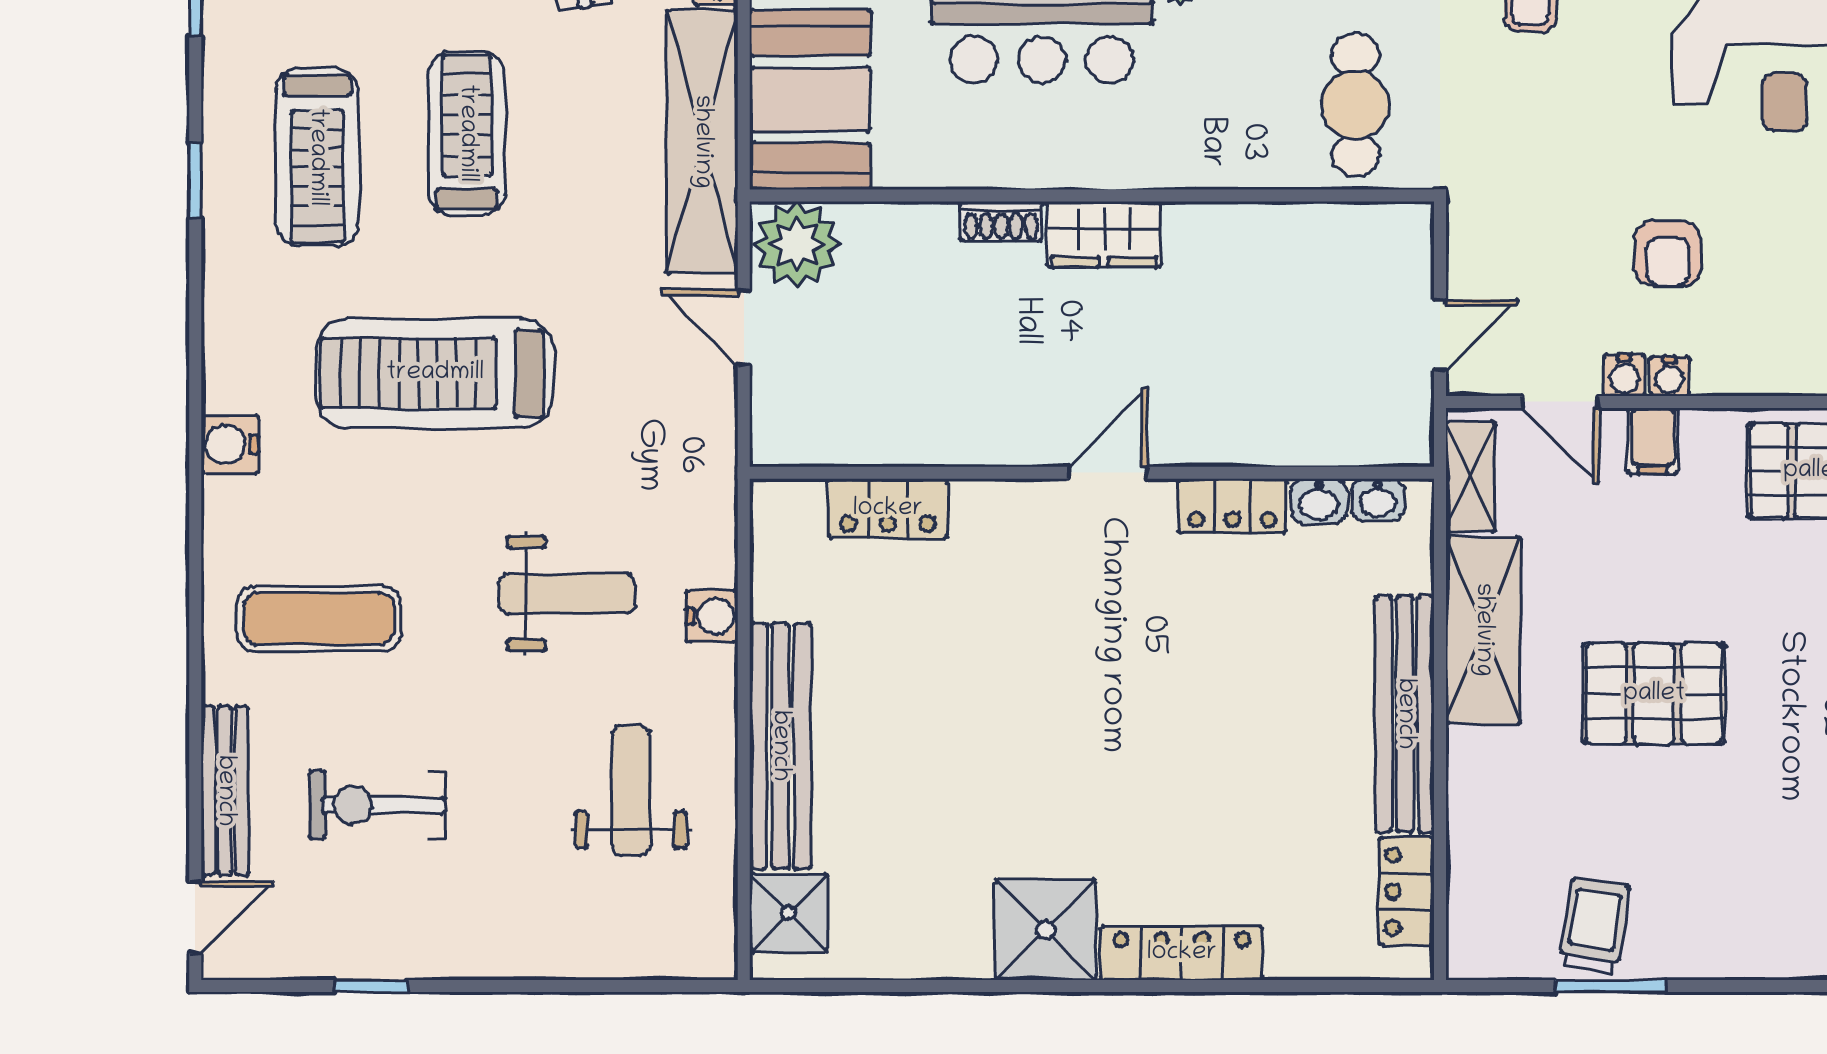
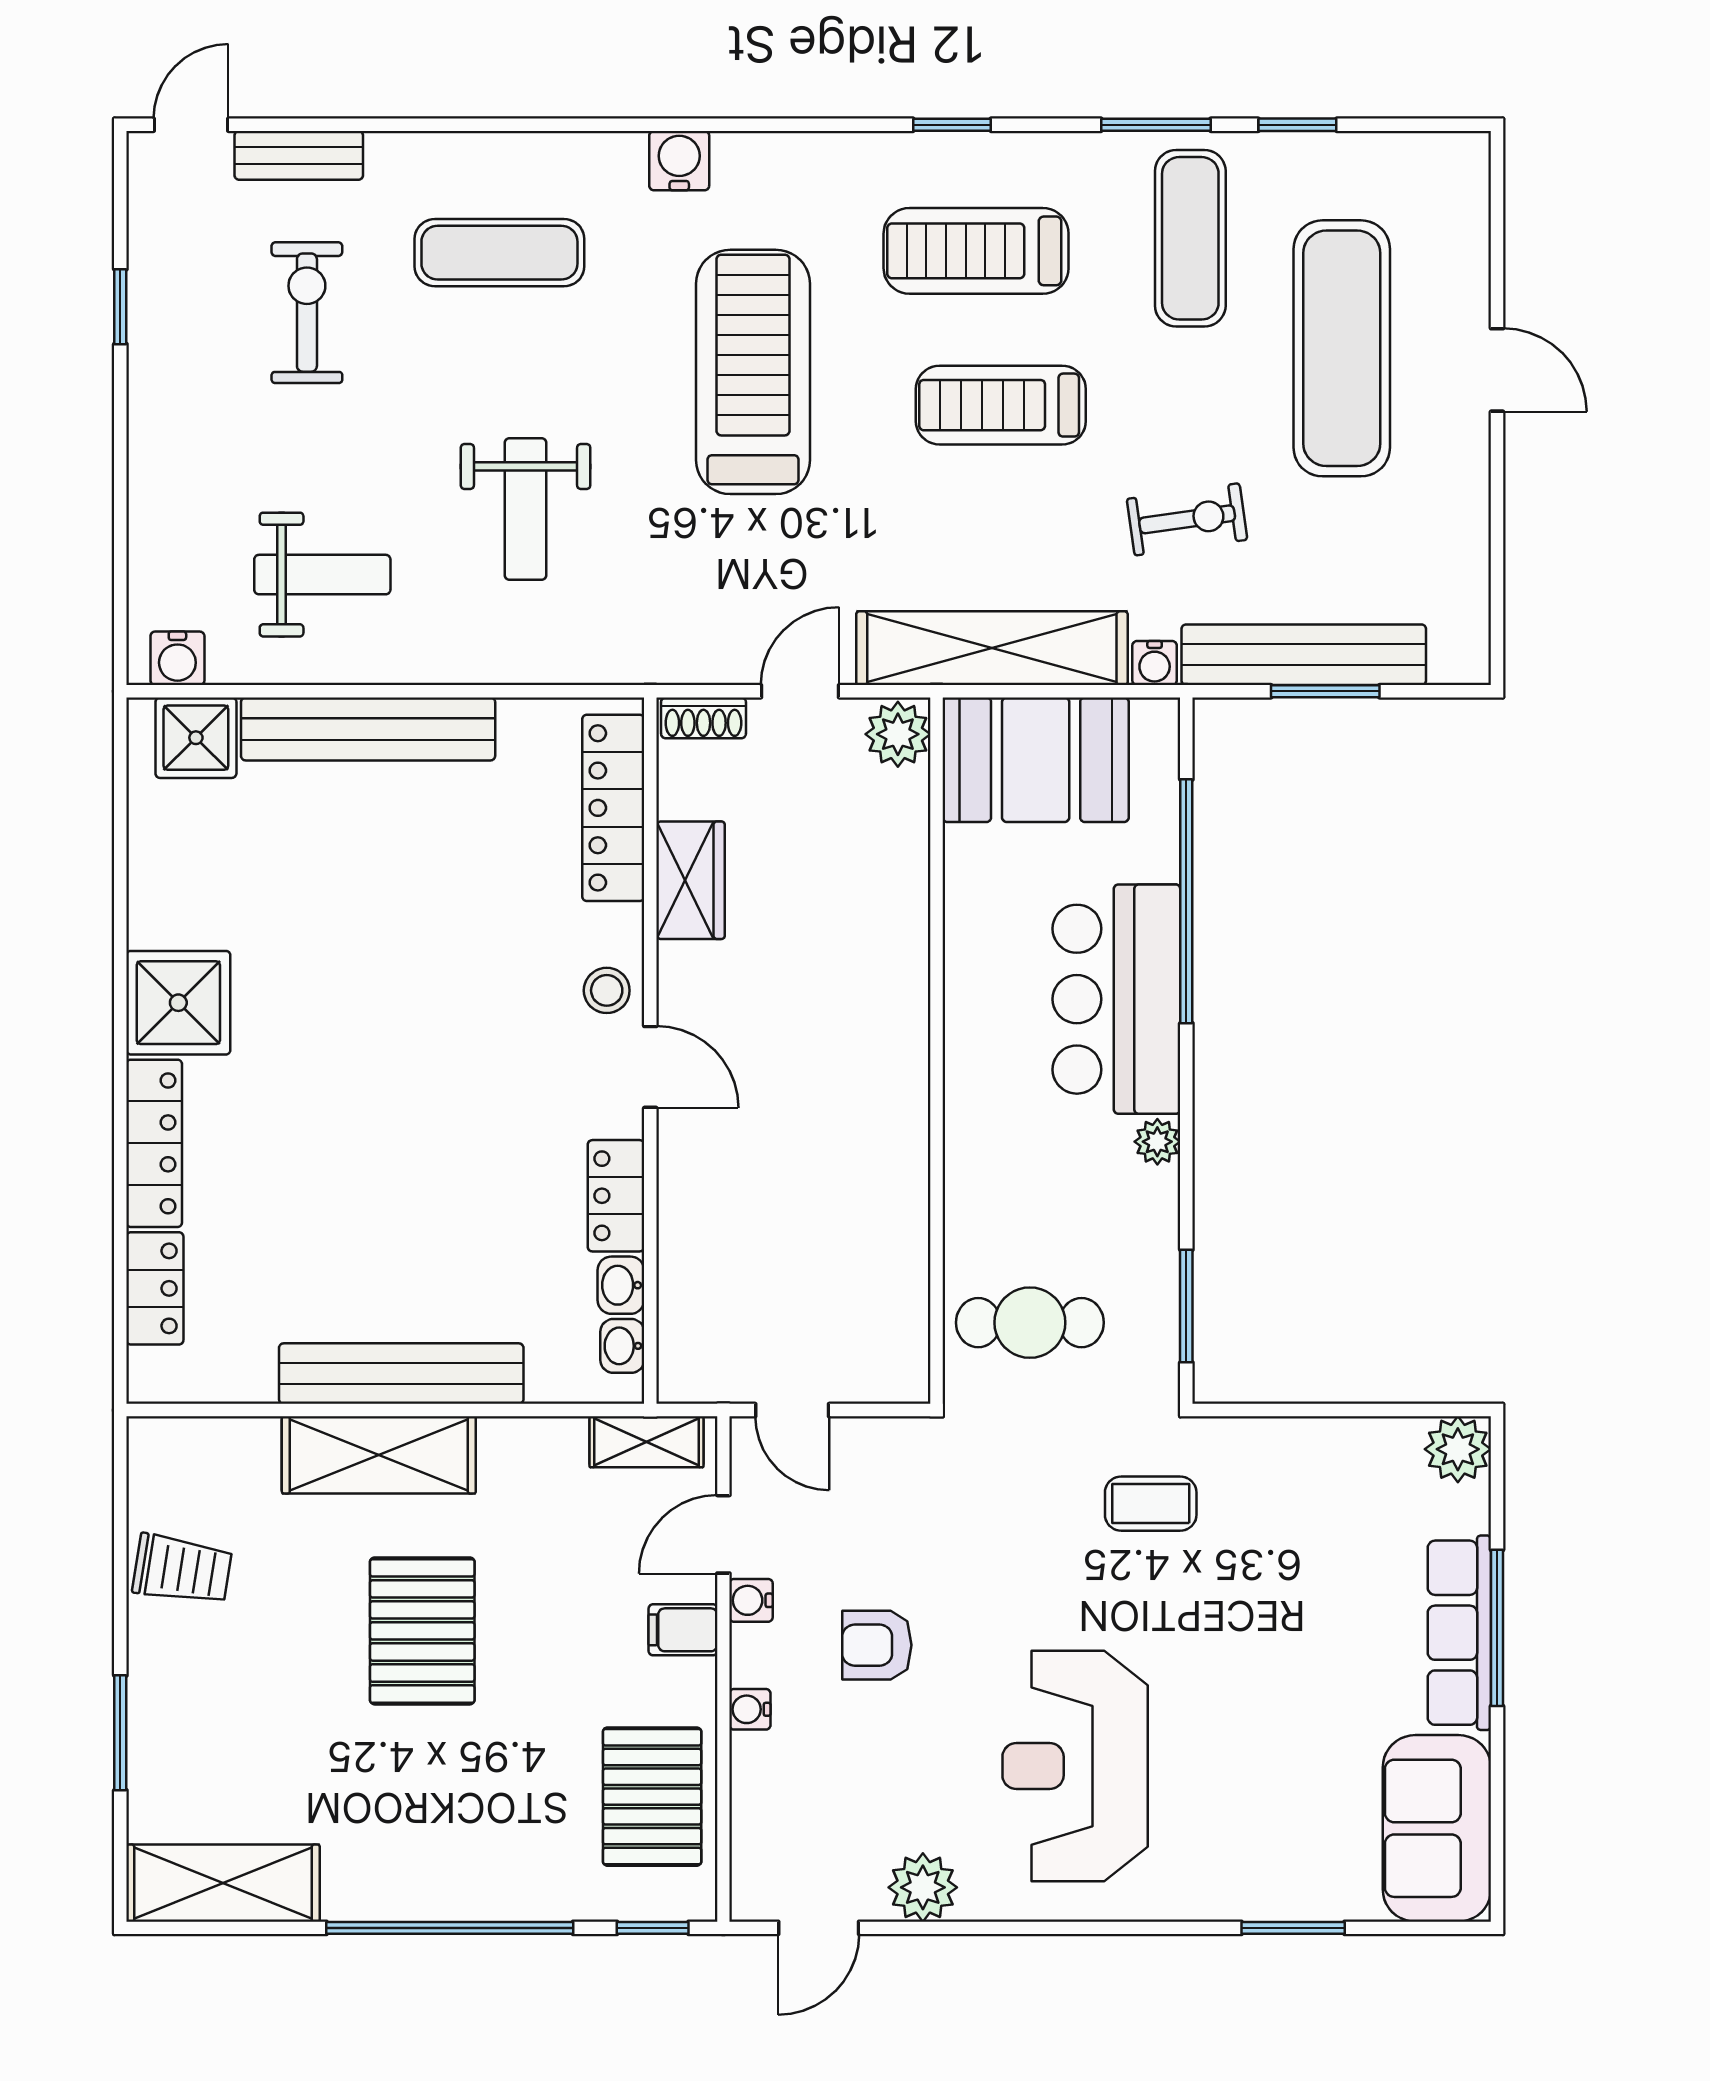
treadmill: (467, 133) -> (1001, 405), turned 180
shoe rack: (1001, 221) -> (703, 718), moved, turned -90
wardrobe: (1104, 234) -> (690, 880), moved, turned 180
plant: (797, 244) -> (898, 734), width x0.73, depth x0.73
water cooler: (1670, 376) -> (750, 1709), moved
locker: (888, 509) -> (613, 808), width x1.53
stool: (1034, 515) -> (607, 990), added
water cooler: (712, 616) -> (177, 658), moved
exercise mat: (319, 619) -> (499, 253), turned 90
shelving: (1483, 630) -> (379, 1455), moved
bench: (225, 791) -> (299, 155), width x0.73
locker: (1407, 891) -> (155, 1288), moved, turned 90
door: (195, 917) -> (191, 125), swing flipped
window: (1611, 986) -> (120, 1733), moved

